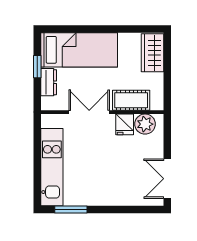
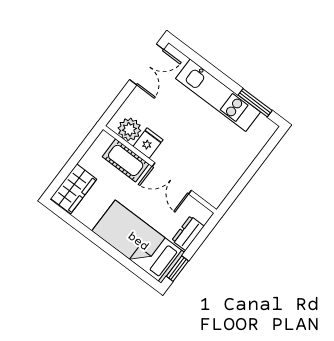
window: (37, 67) -> (177, 269), moved
kitchen unit: (52, 167) -> (218, 95), moved, turned -90

